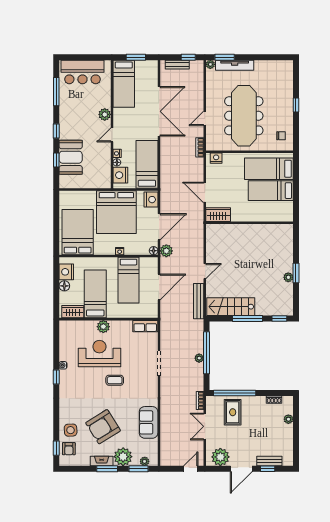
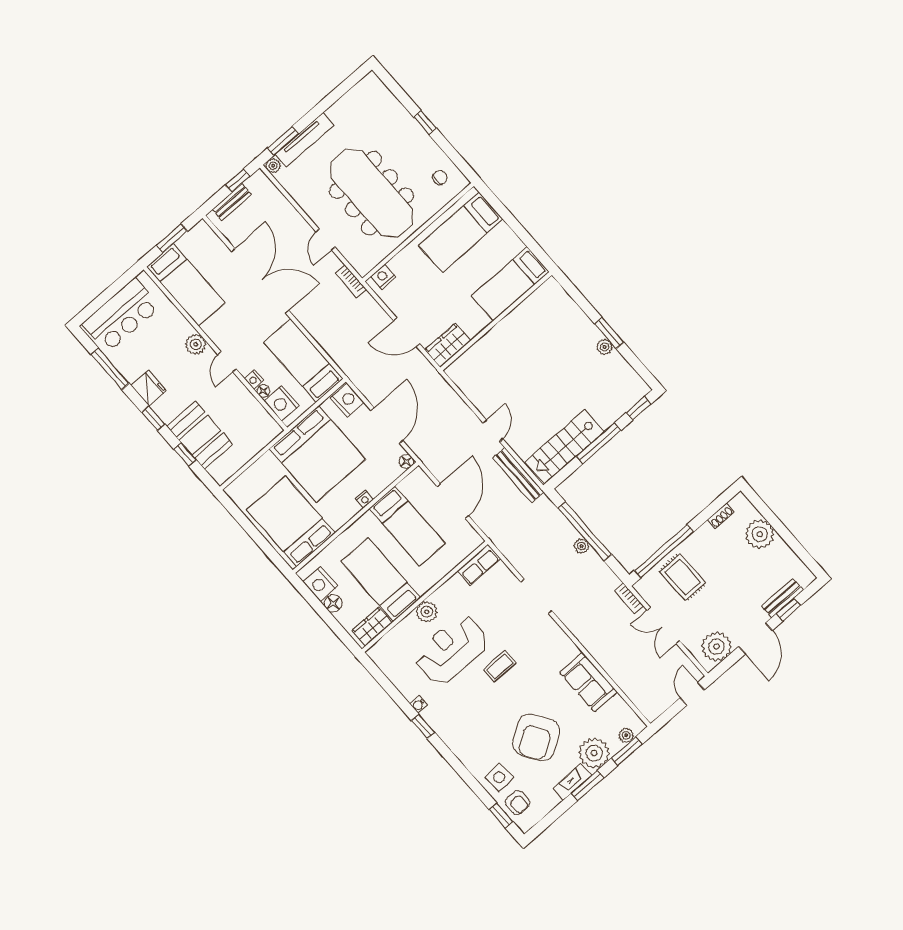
fridge: (66, 116) -> (149, 388), added
bed: (271, 191) -> (510, 284), moved
plant: (166, 251) -> (422, 448), removed
plant: (288, 419) -> (760, 534), width x1.88, depth x1.88

